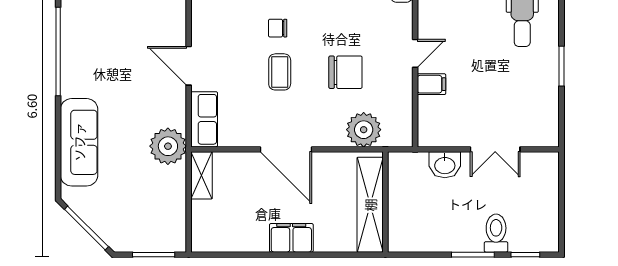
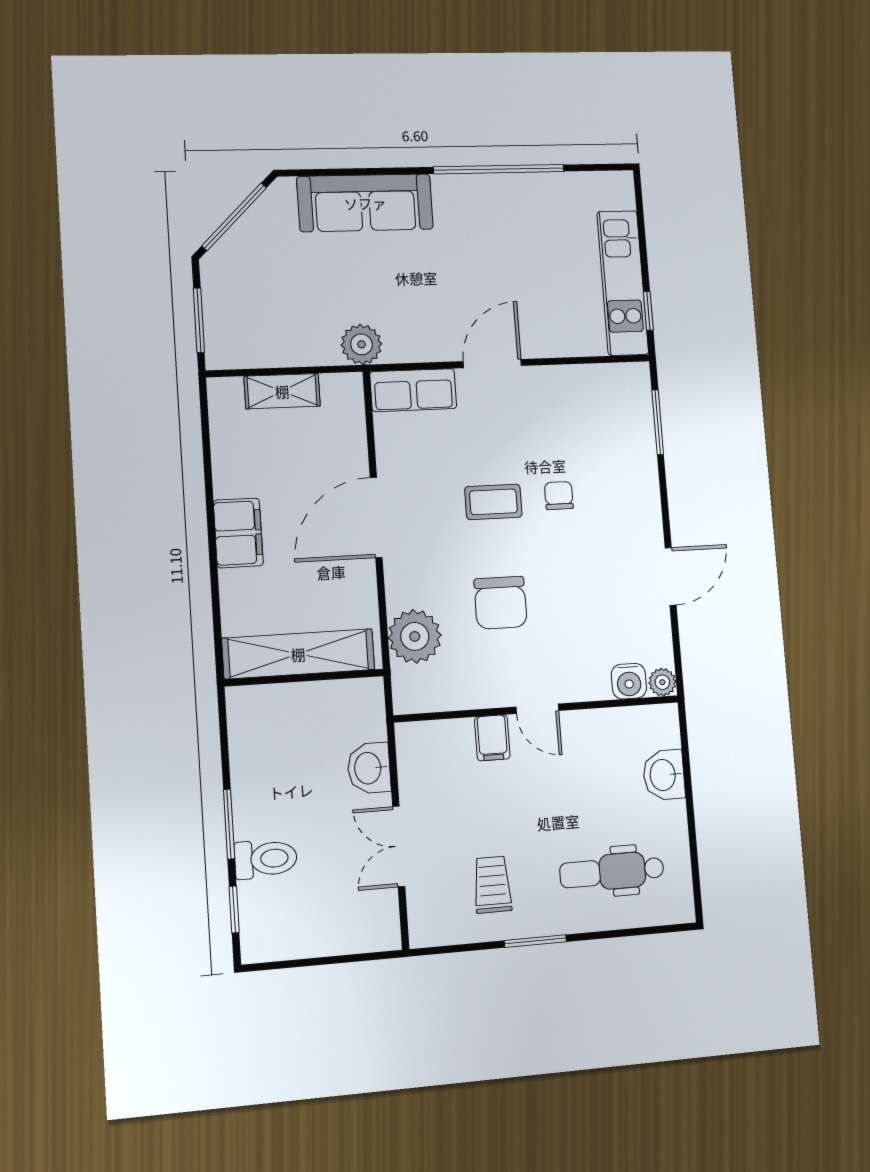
trolley: (524, 91) -> (492, 885), added
plant: (168, 146) -> (361, 344), width x0.73, depth x0.73
shelving: (202, 175) -> (282, 391), moved

